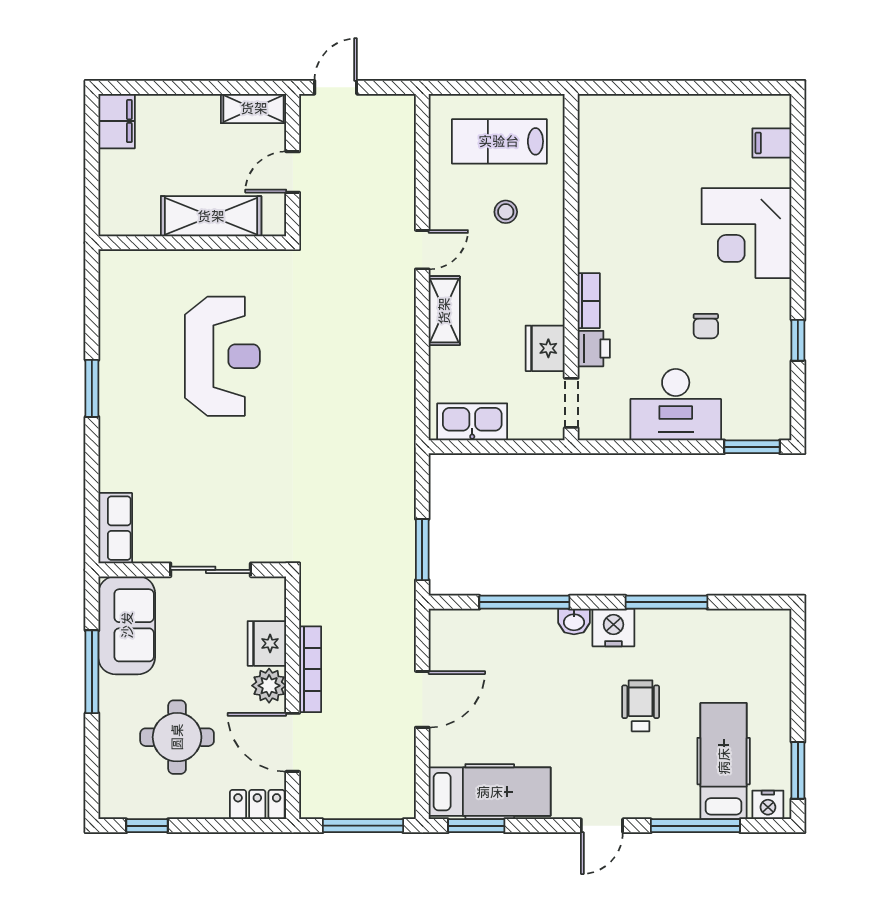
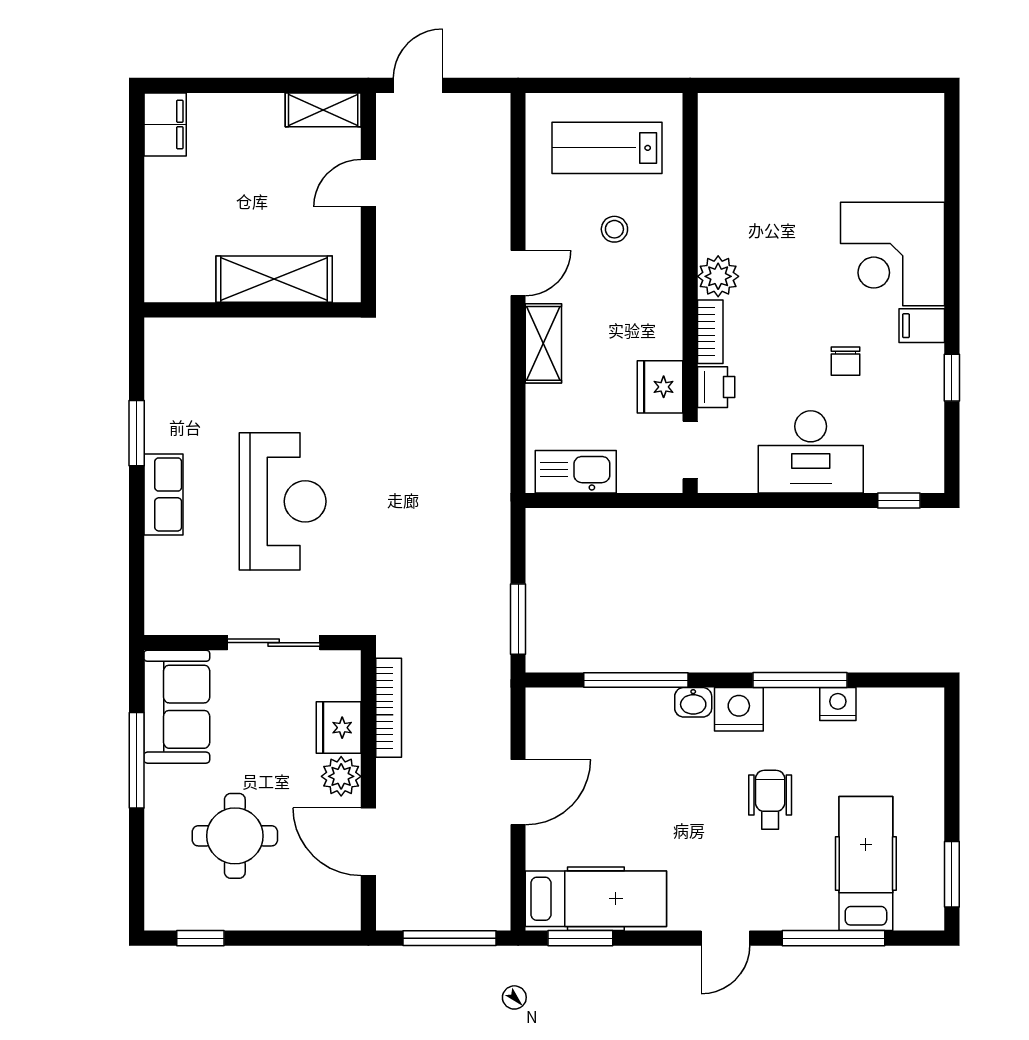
filing cabinet: (772, 143) -> (922, 326), moved
shelving: (211, 216) -> (274, 279), moved
wall: (192, 243) -> (253, 310), moved
plant: (596, 253) -> (718, 276), added
reception desk: (222, 356) -> (283, 501), moved
window: (752, 447) -> (899, 501), width x0.67
row of seats: (115, 528) -> (164, 494), moved
bookcase: (310, 669) -> (389, 708), moved
locker: (257, 805) -> (328, 914), removed
nightstand: (768, 805) -> (838, 704), moved, turned 180

